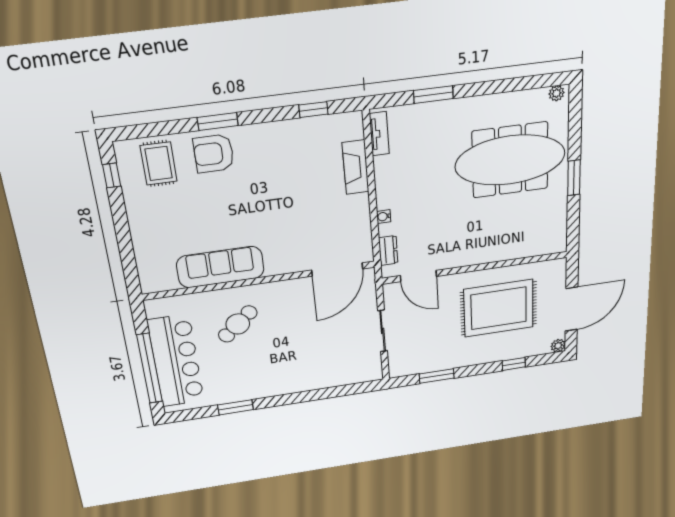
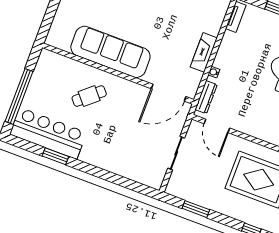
fireplace: (356, 167) -> (204, 52), moved
dresser: (388, 251) -> (206, 97), width x1.44
sofa: (220, 267) -> (110, 52), width x1.36, depth x1.27
bar counter: (176, 361) -> (48, 133), moved, turned -90

